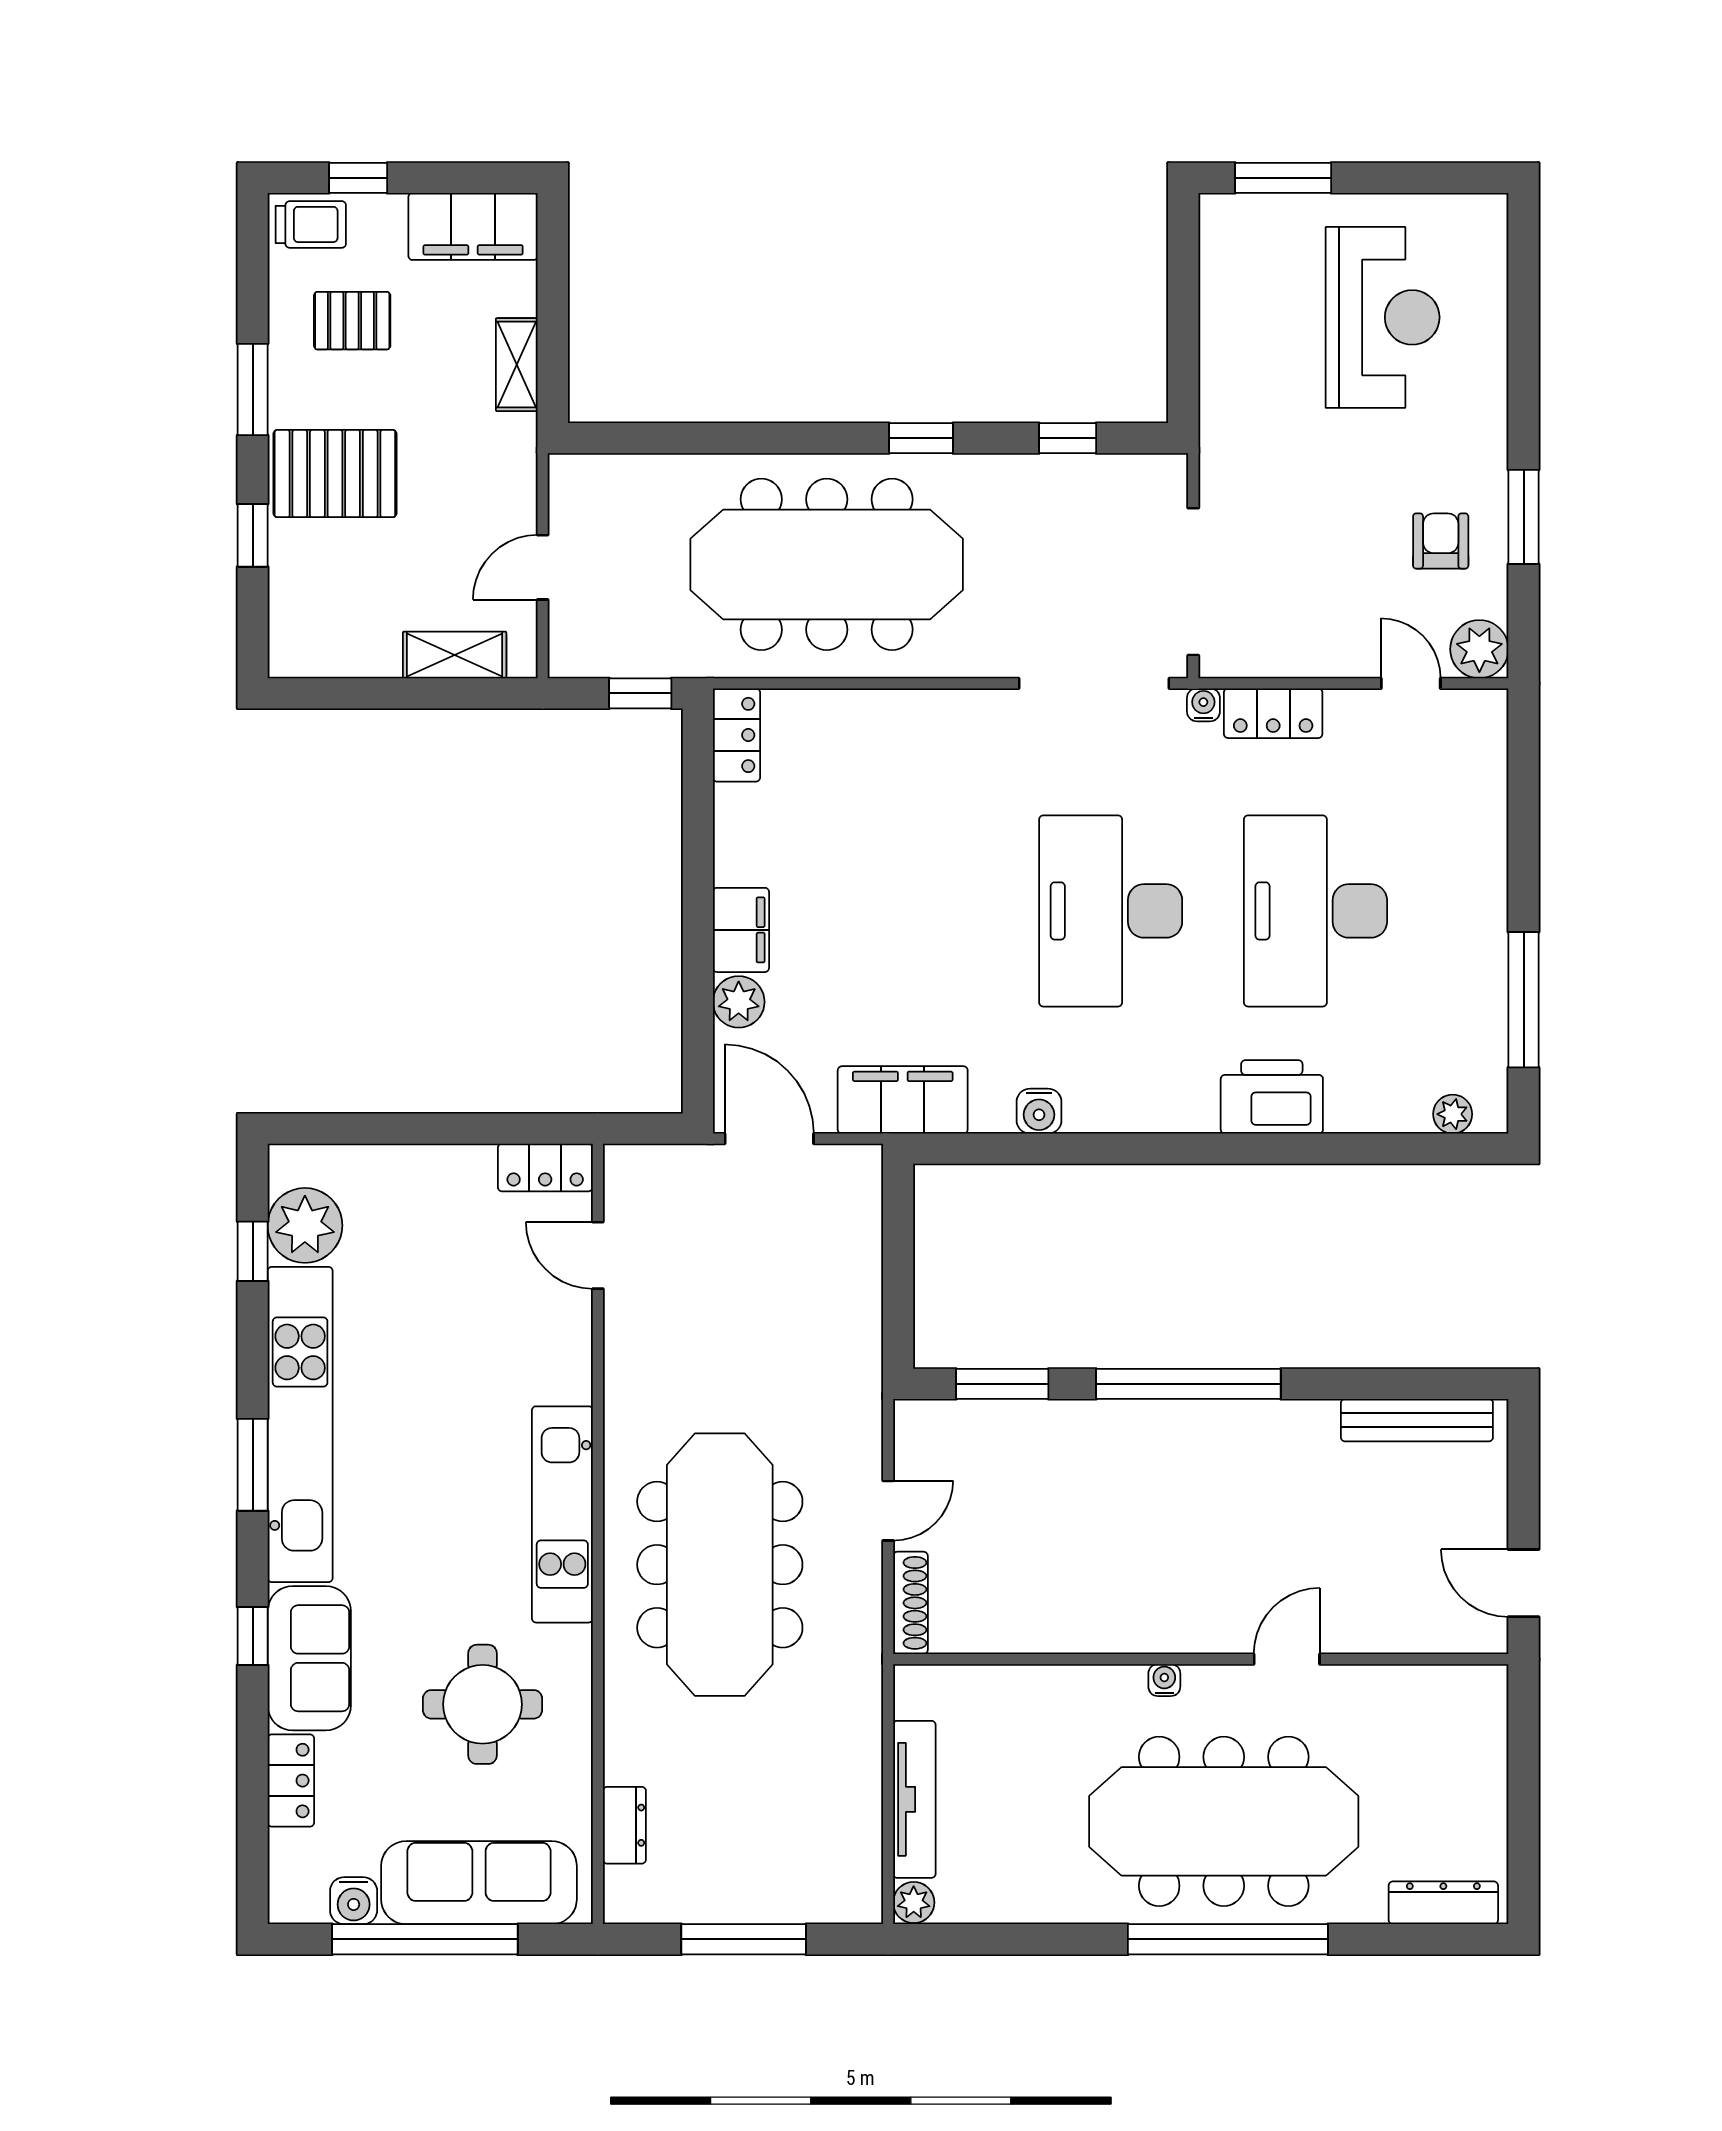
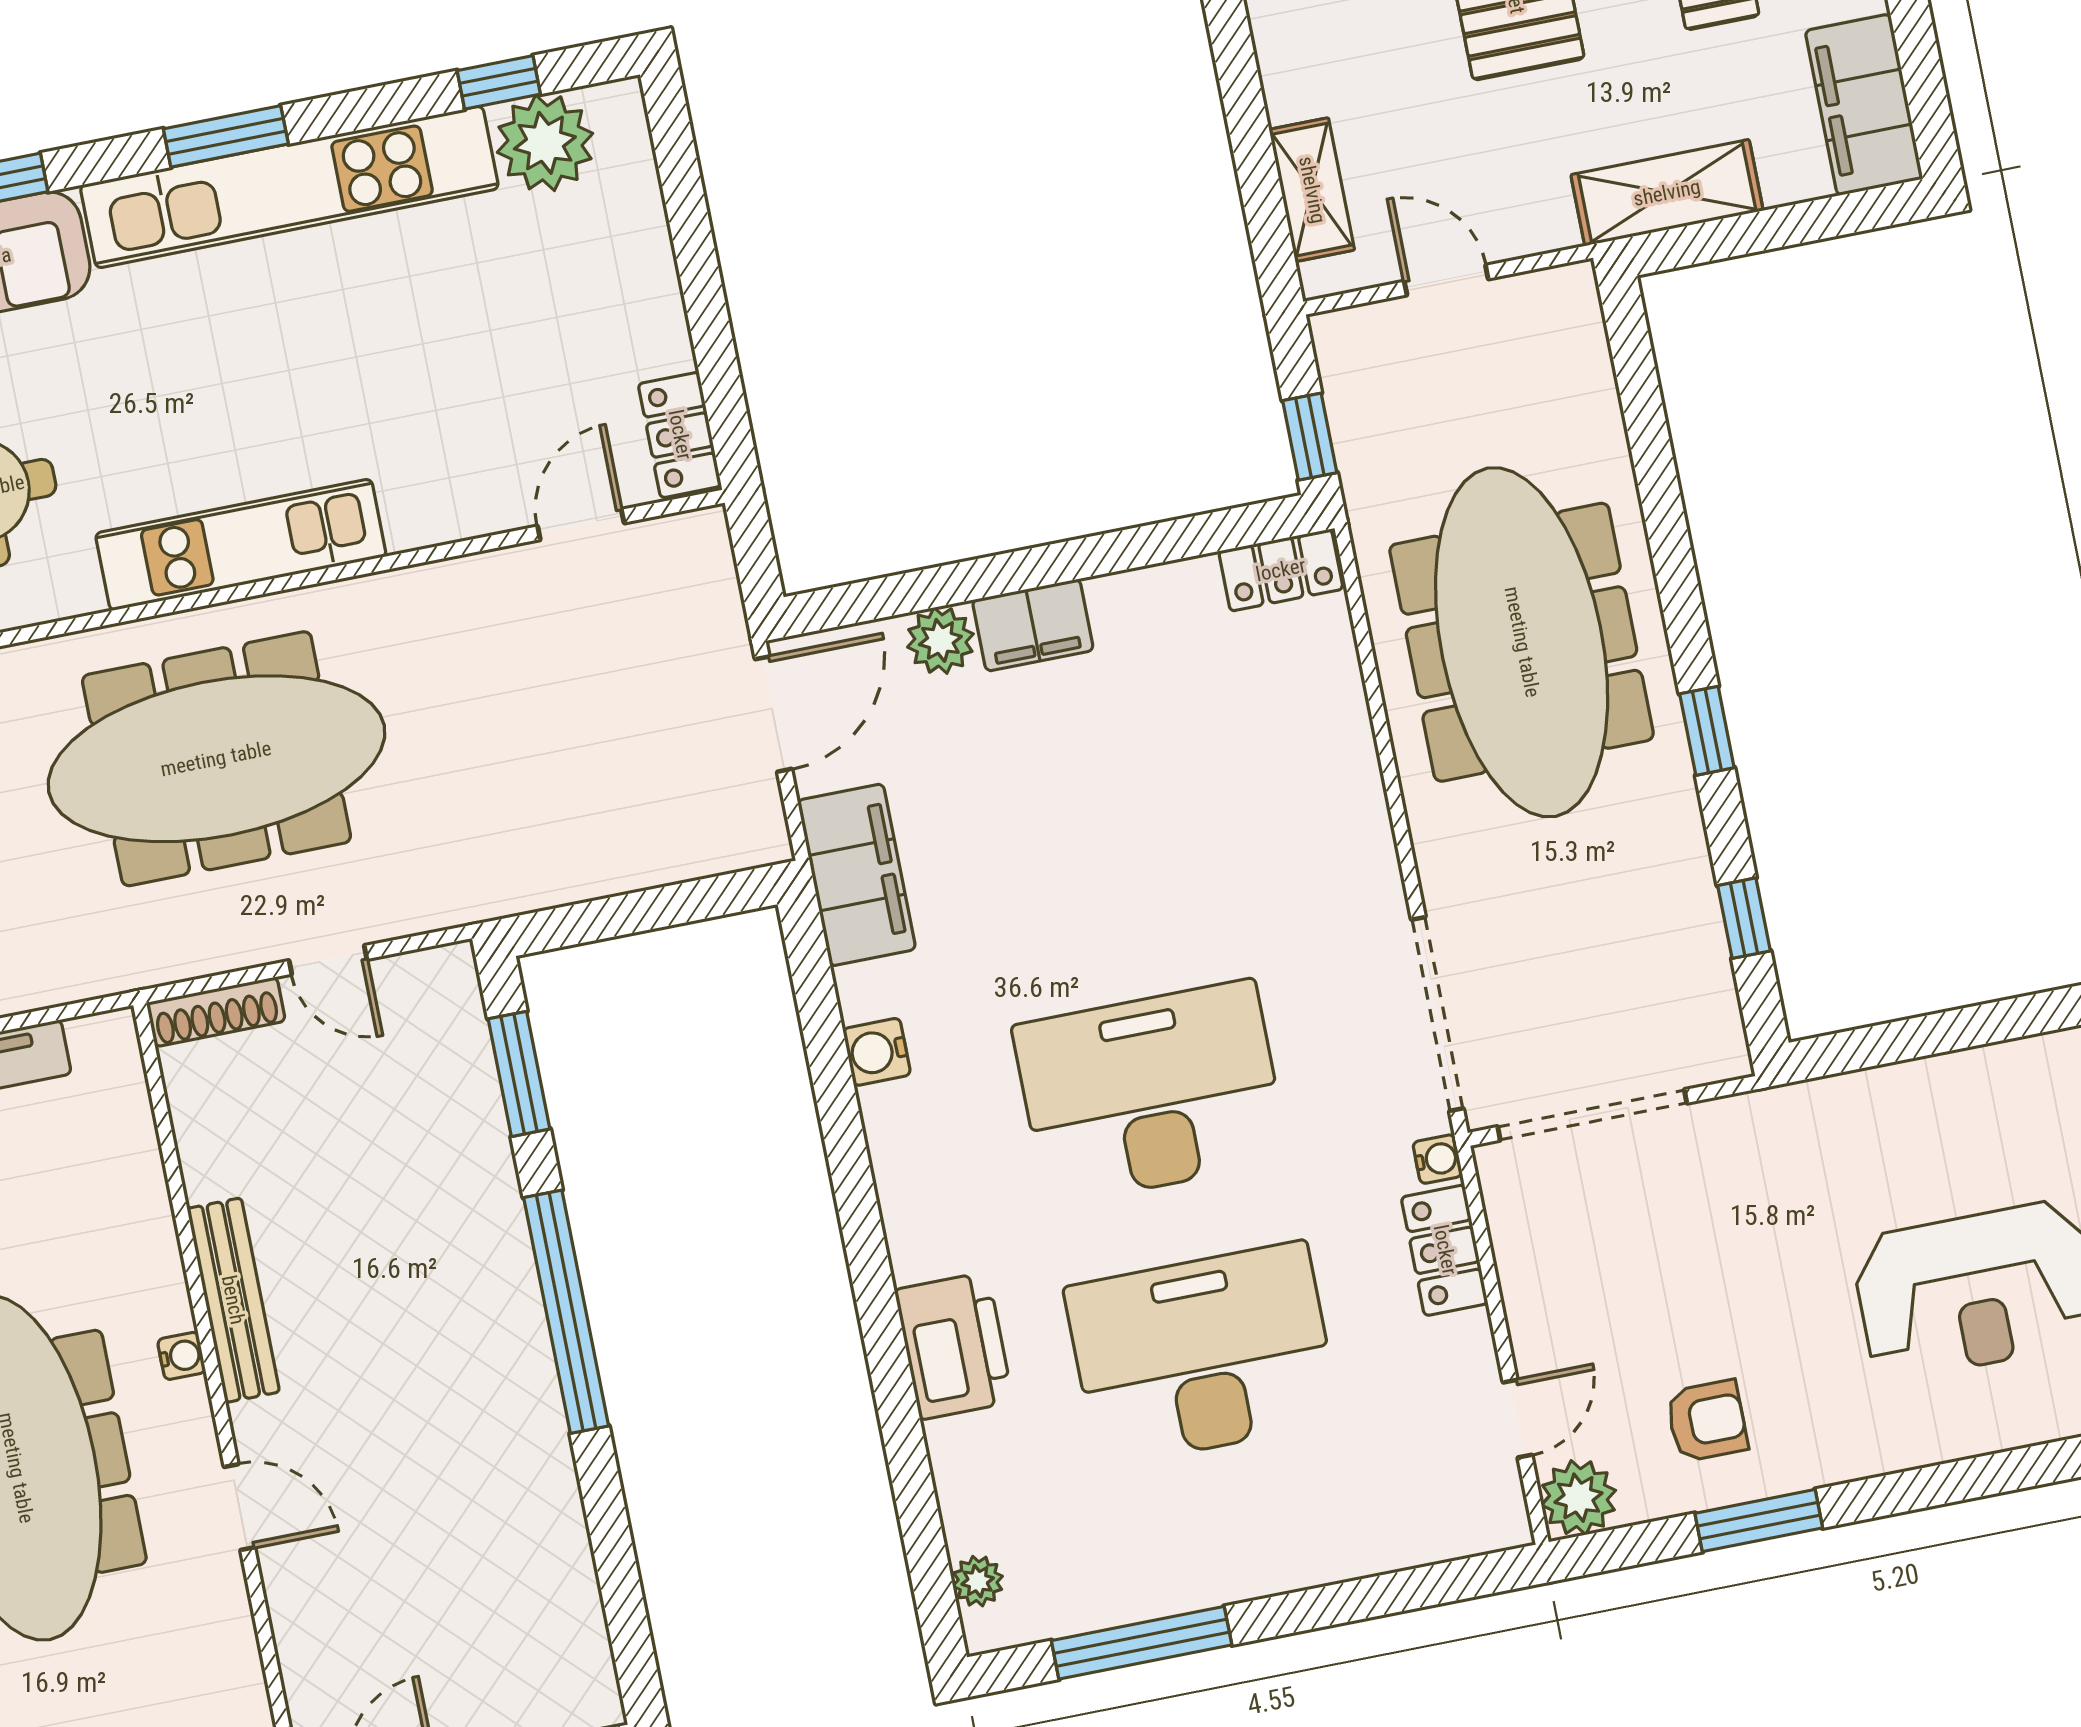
shelving: (517, 365) -> (1667, 193), width x1.50, depth x1.33
bench: (1417, 1420) -> (233, 1300), moved

